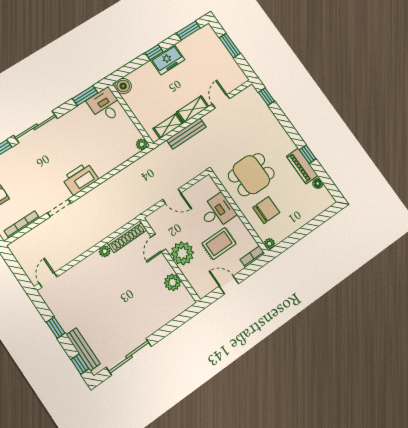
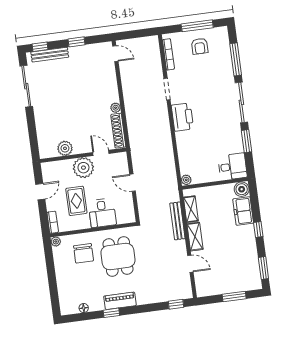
freezer: (168, 60) -> (243, 211), moved
window: (85, 96) -> (247, 141), moved
piano: (302, 166) -> (120, 301), moved
door: (172, 196) -> (133, 183), hinge flipped

